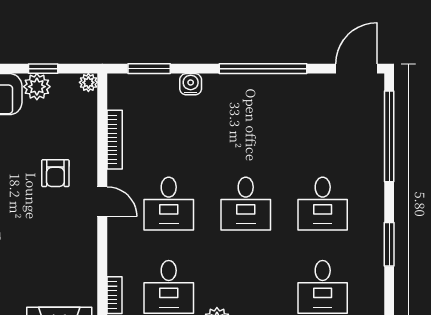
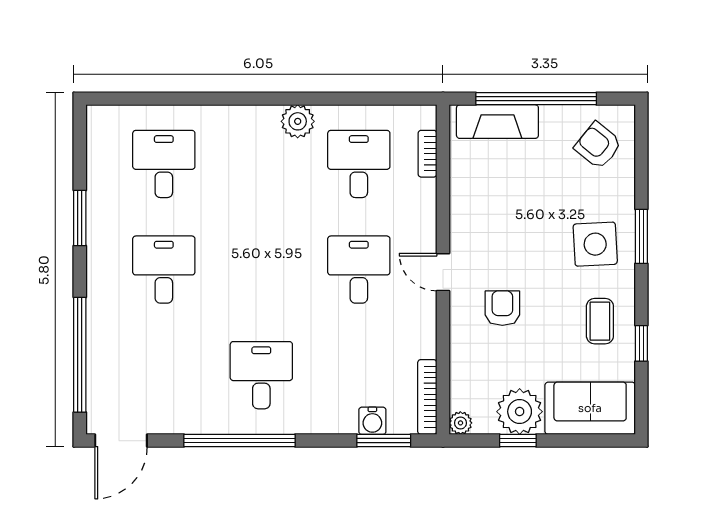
water cooler: (191, 84) -> (372, 421), moved
plant: (37, 87) -> (520, 412), width x1.36, depth x1.36
bookcase: (115, 140) -> (427, 397), moved
desk: (246, 204) -> (261, 375), moved

